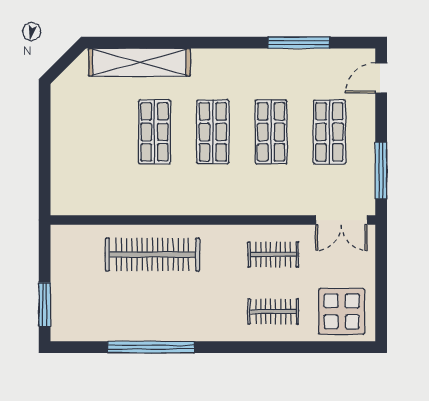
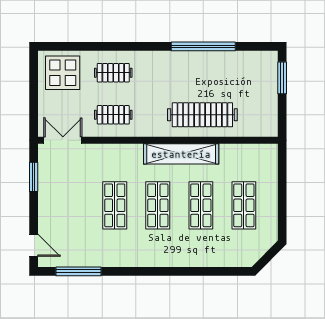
window: (299, 43) -> (79, 271), moved
shelving: (139, 62) -> (181, 154), moved
door: (381, 78) -> (34, 245), hinge flipped
shop shelf: (329, 132) -> (244, 205), moved
window: (381, 170) -> (34, 177), width x0.69

